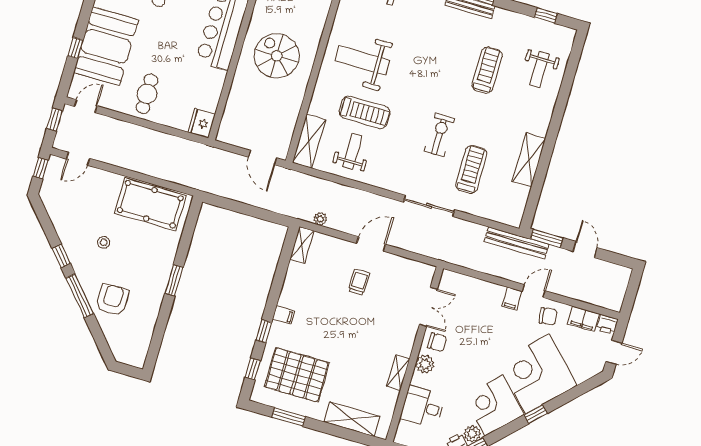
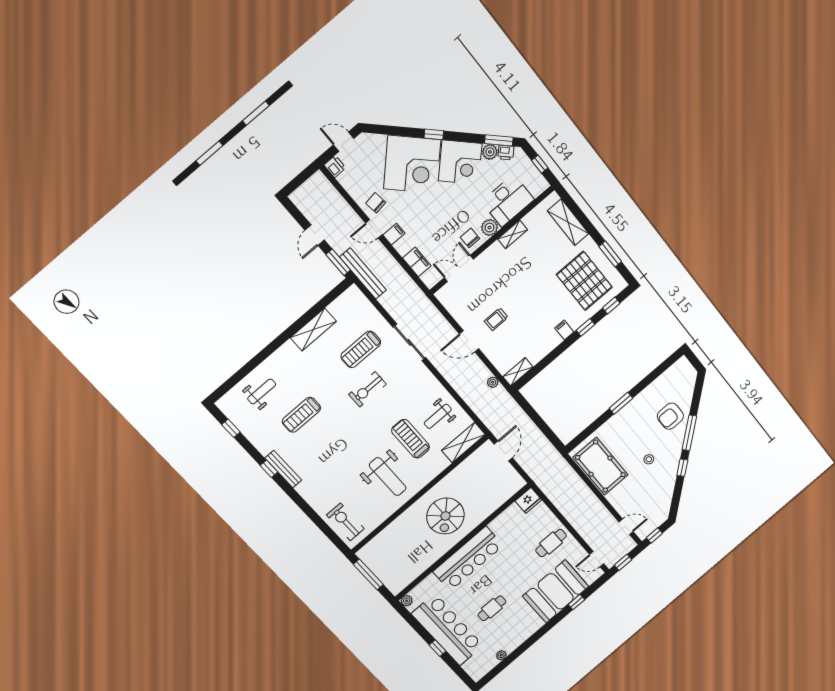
filing cabinet: (583, 319) -> (417, 262), moved
desk: (423, 407) -> (508, 201), width x1.37

